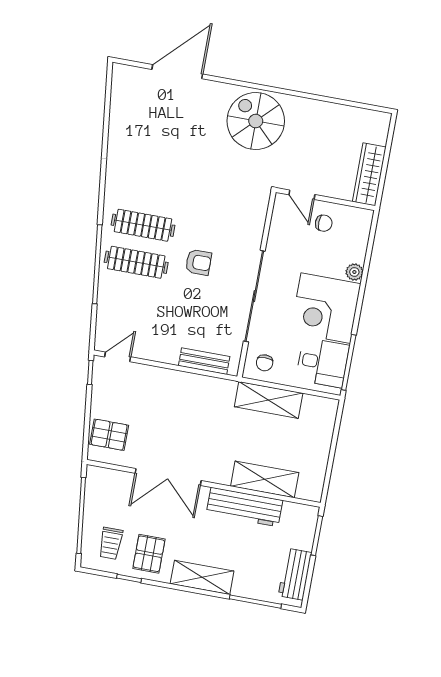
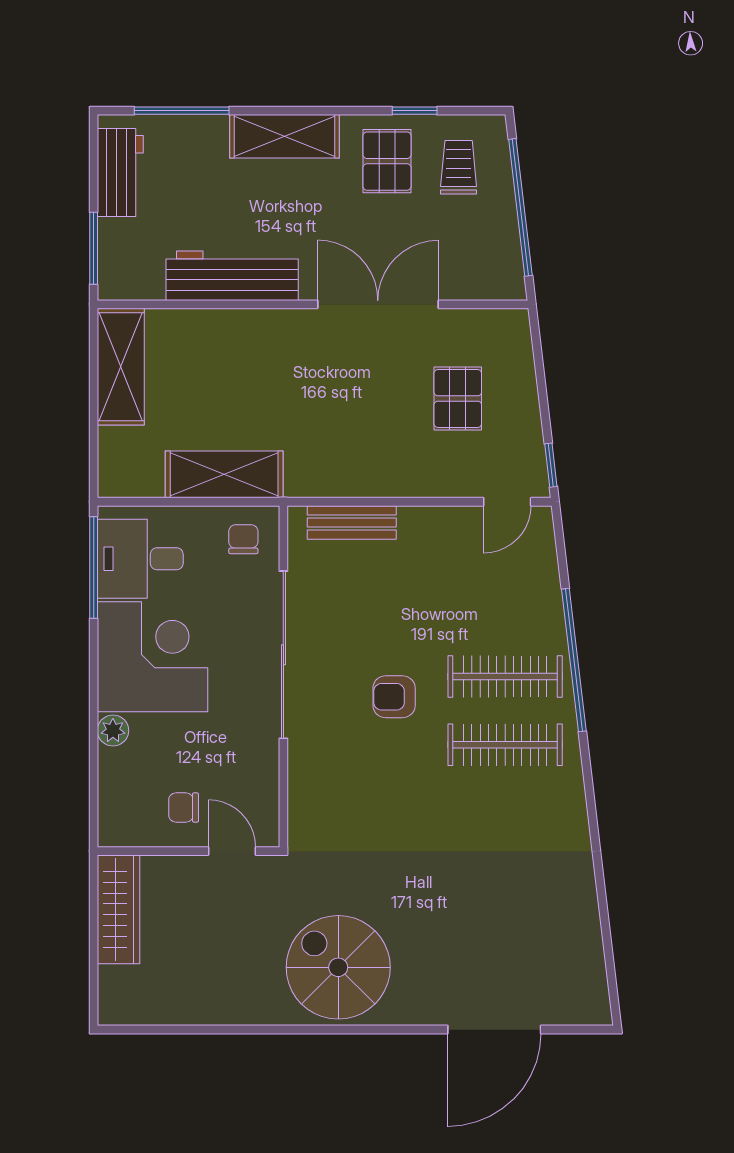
spiral stairs: (256, 121) -> (338, 967), turned 180
pallet: (109, 435) -> (458, 398), moved, turned 90
shelving: (265, 479) -> (121, 367), moved, turned 90

